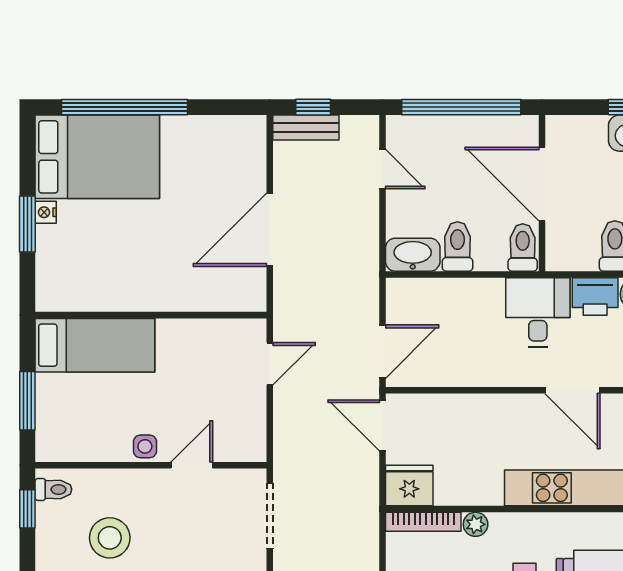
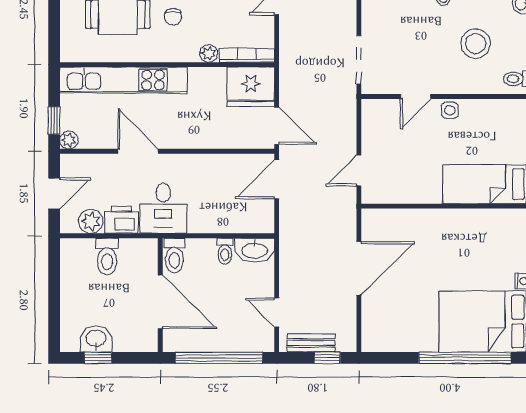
bench: (306, 128) -> (311, 343), moved
toilet: (457, 247) -> (225, 251), width x0.73, depth x0.72
fridge: (409, 485) -> (251, 87), width x1.36, depth x1.34

